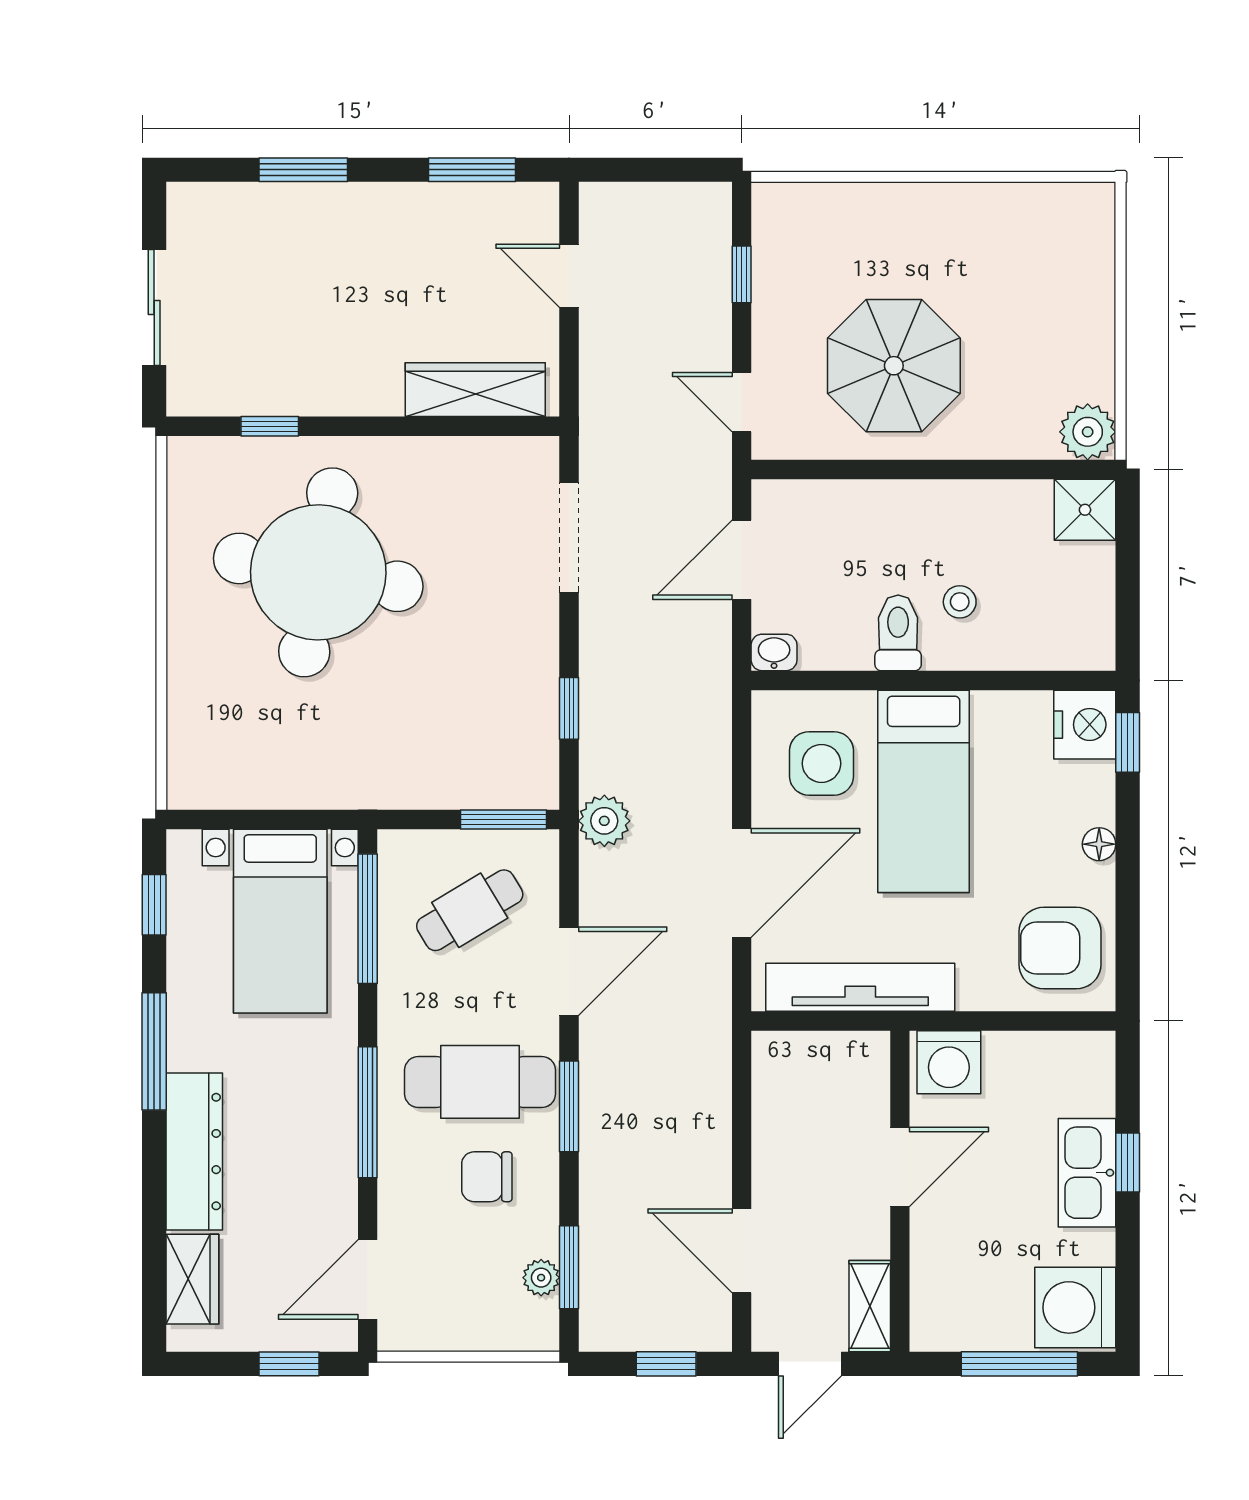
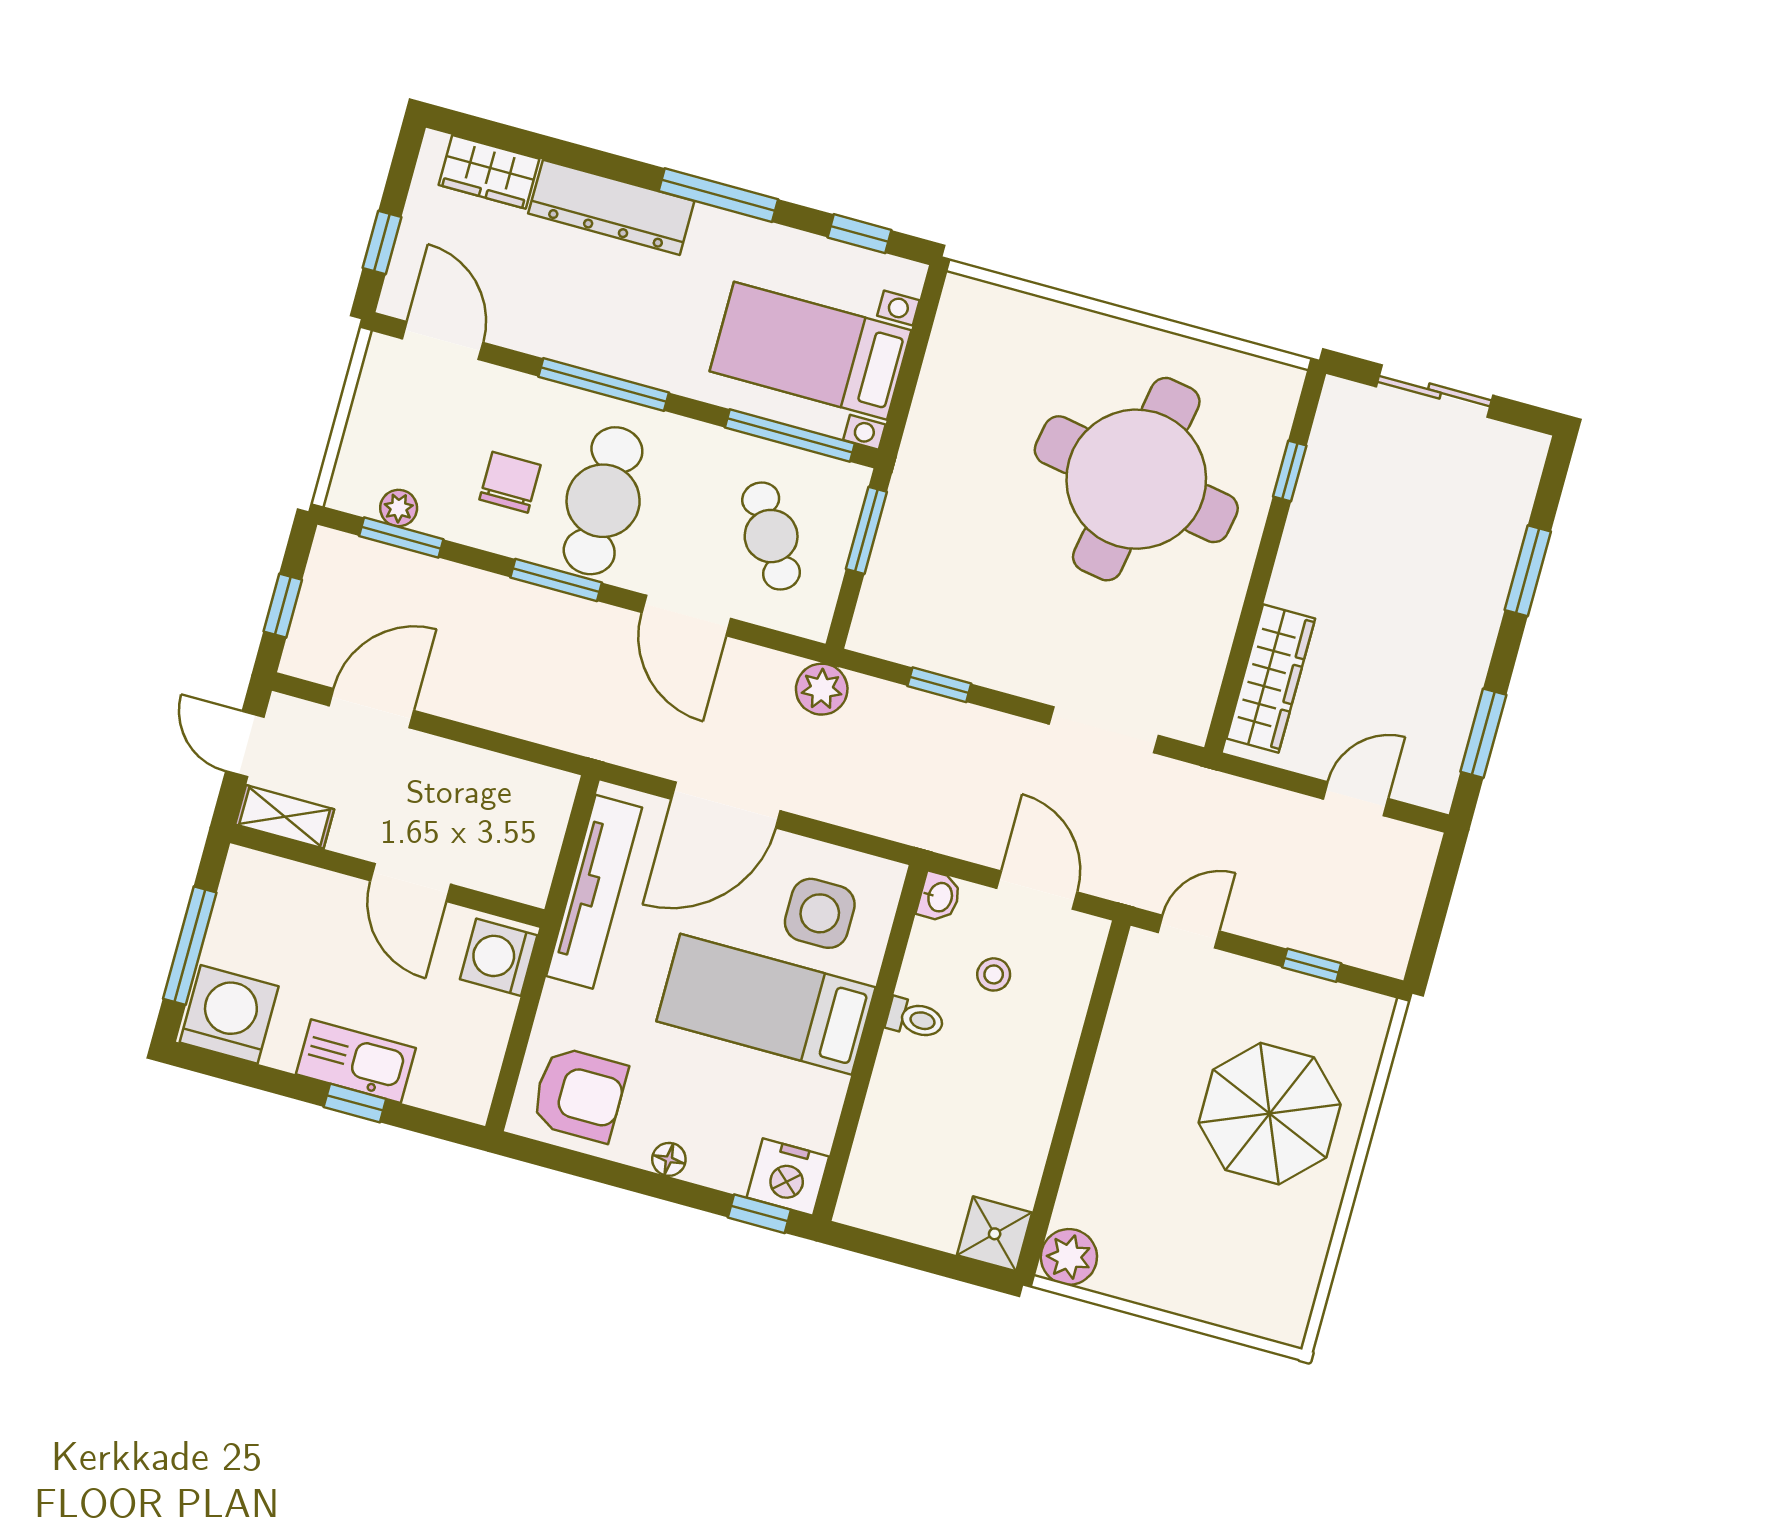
parasol: (894, 366) -> (1270, 1114), moved
stool: (960, 602) -> (994, 974), moved
toilet: (898, 633) -> (915, 1019), width x0.73, depth x0.72
window: (503, 820) -> (866, 530), moved
door: (742, 883) -> (726, 805), hinge flipped
armchair: (1060, 948) -> (579, 1094), turned 90

